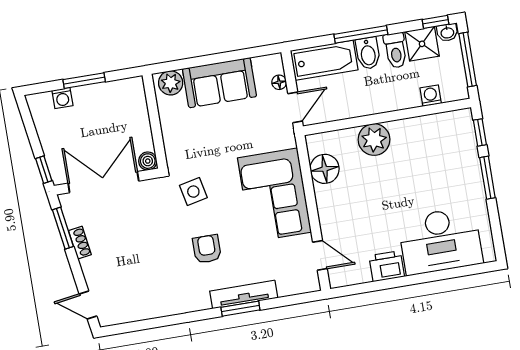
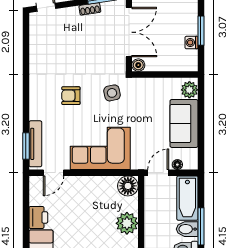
washing machine: (62, 98) -> (191, 43), moved
door: (295, 107) -> (158, 173), swing flipped
floor lamp: (325, 169) -> (128, 186), moved
armchair: (207, 249) -> (71, 96), turned 180
tv unit: (244, 294) -> (35, 144), moved
window: (240, 309) -> (26, 146), moved

